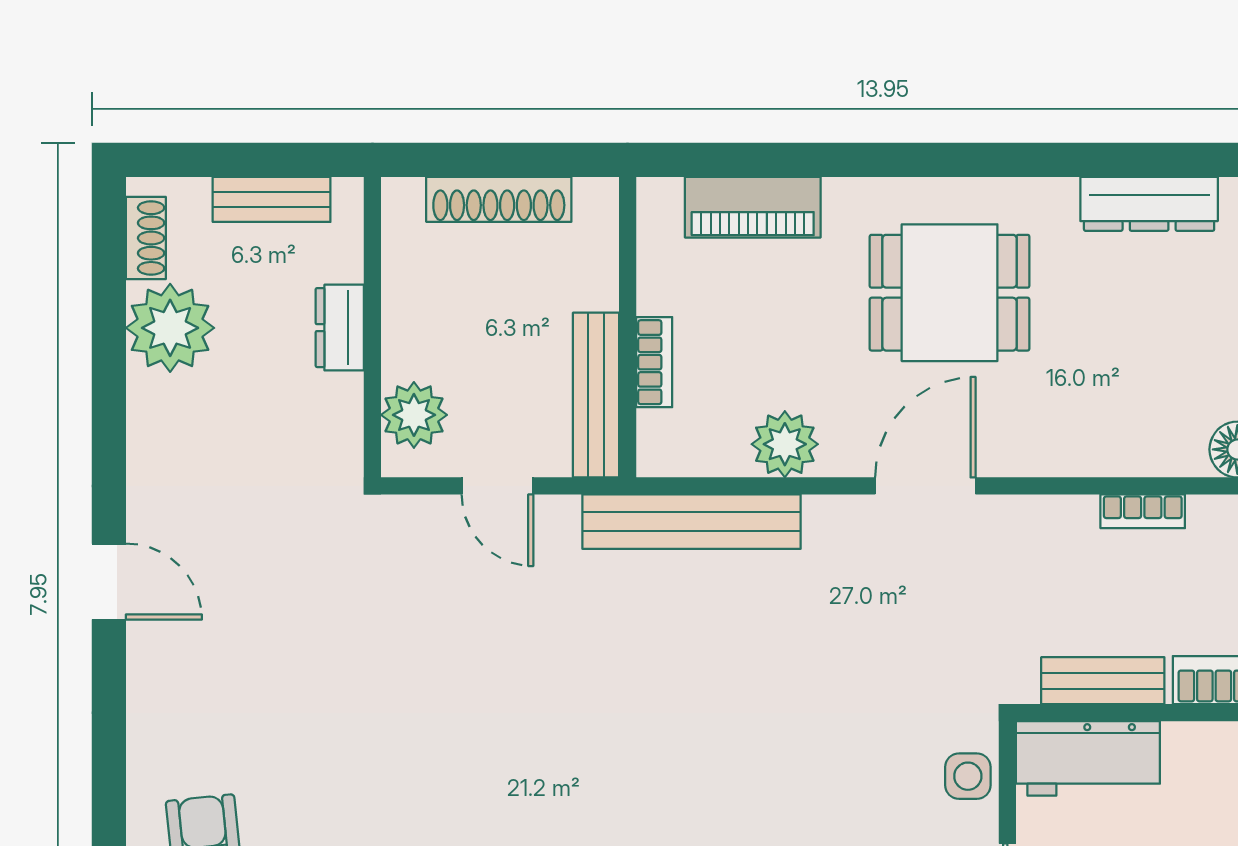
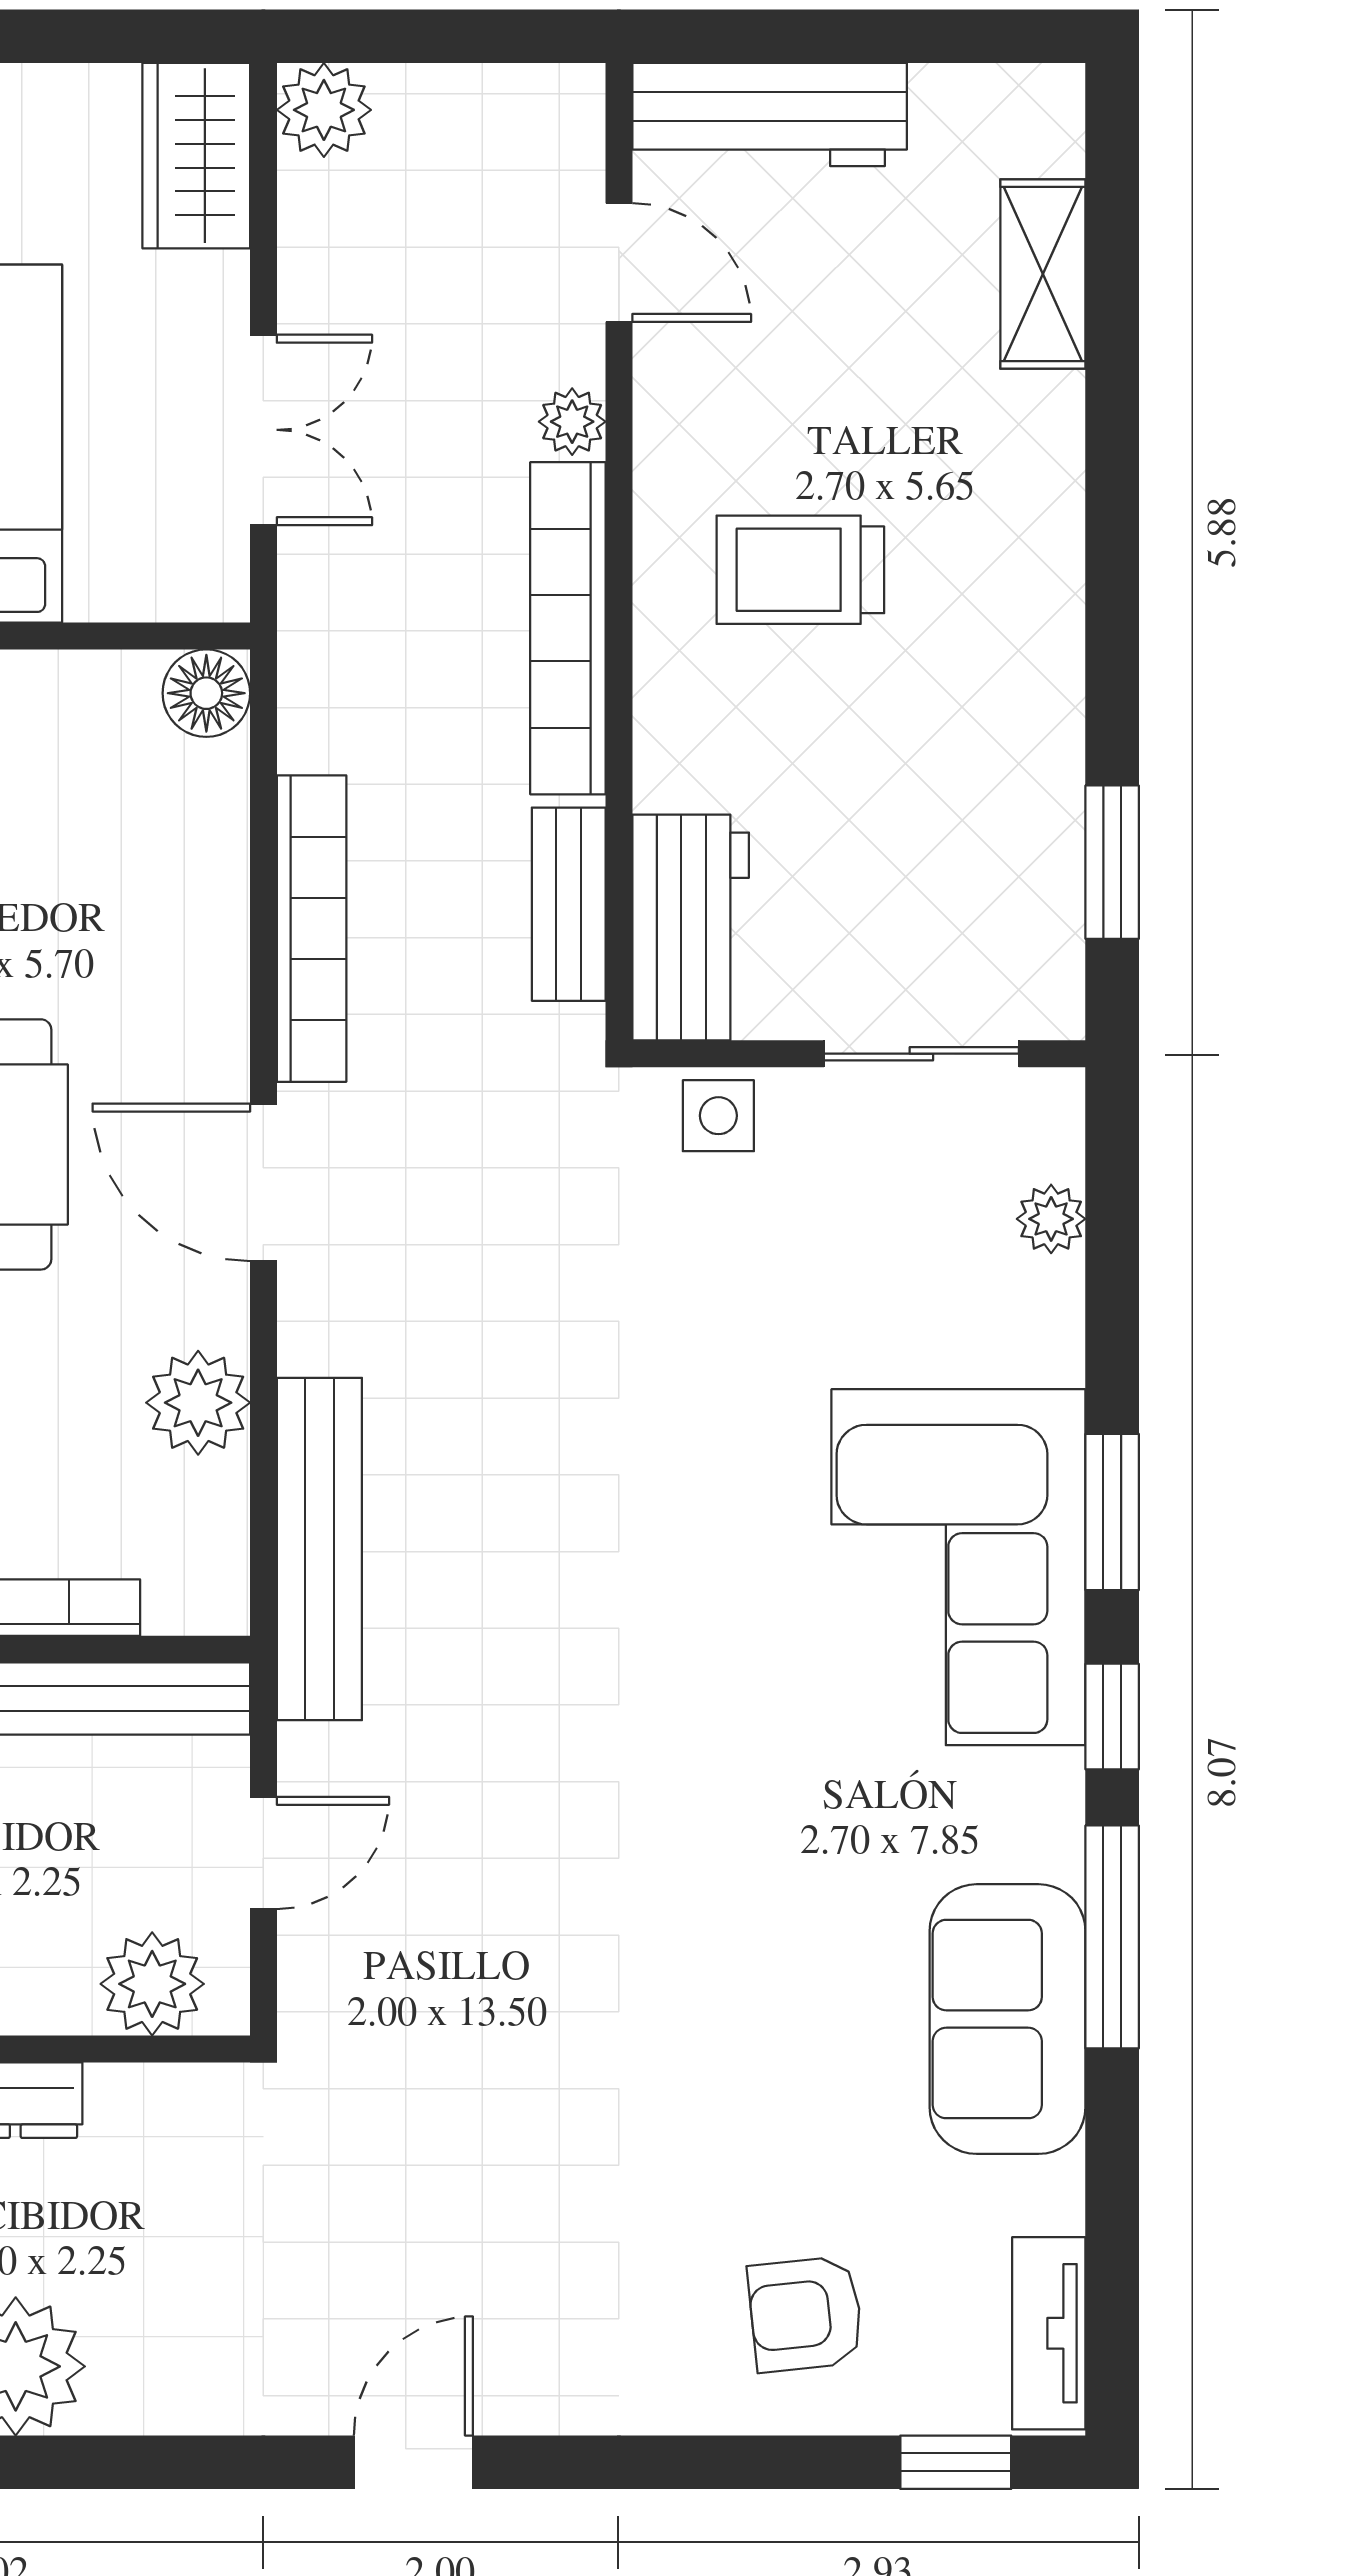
bookcase: (1143, 511) -> (312, 929), width x2.31, depth x1.31

